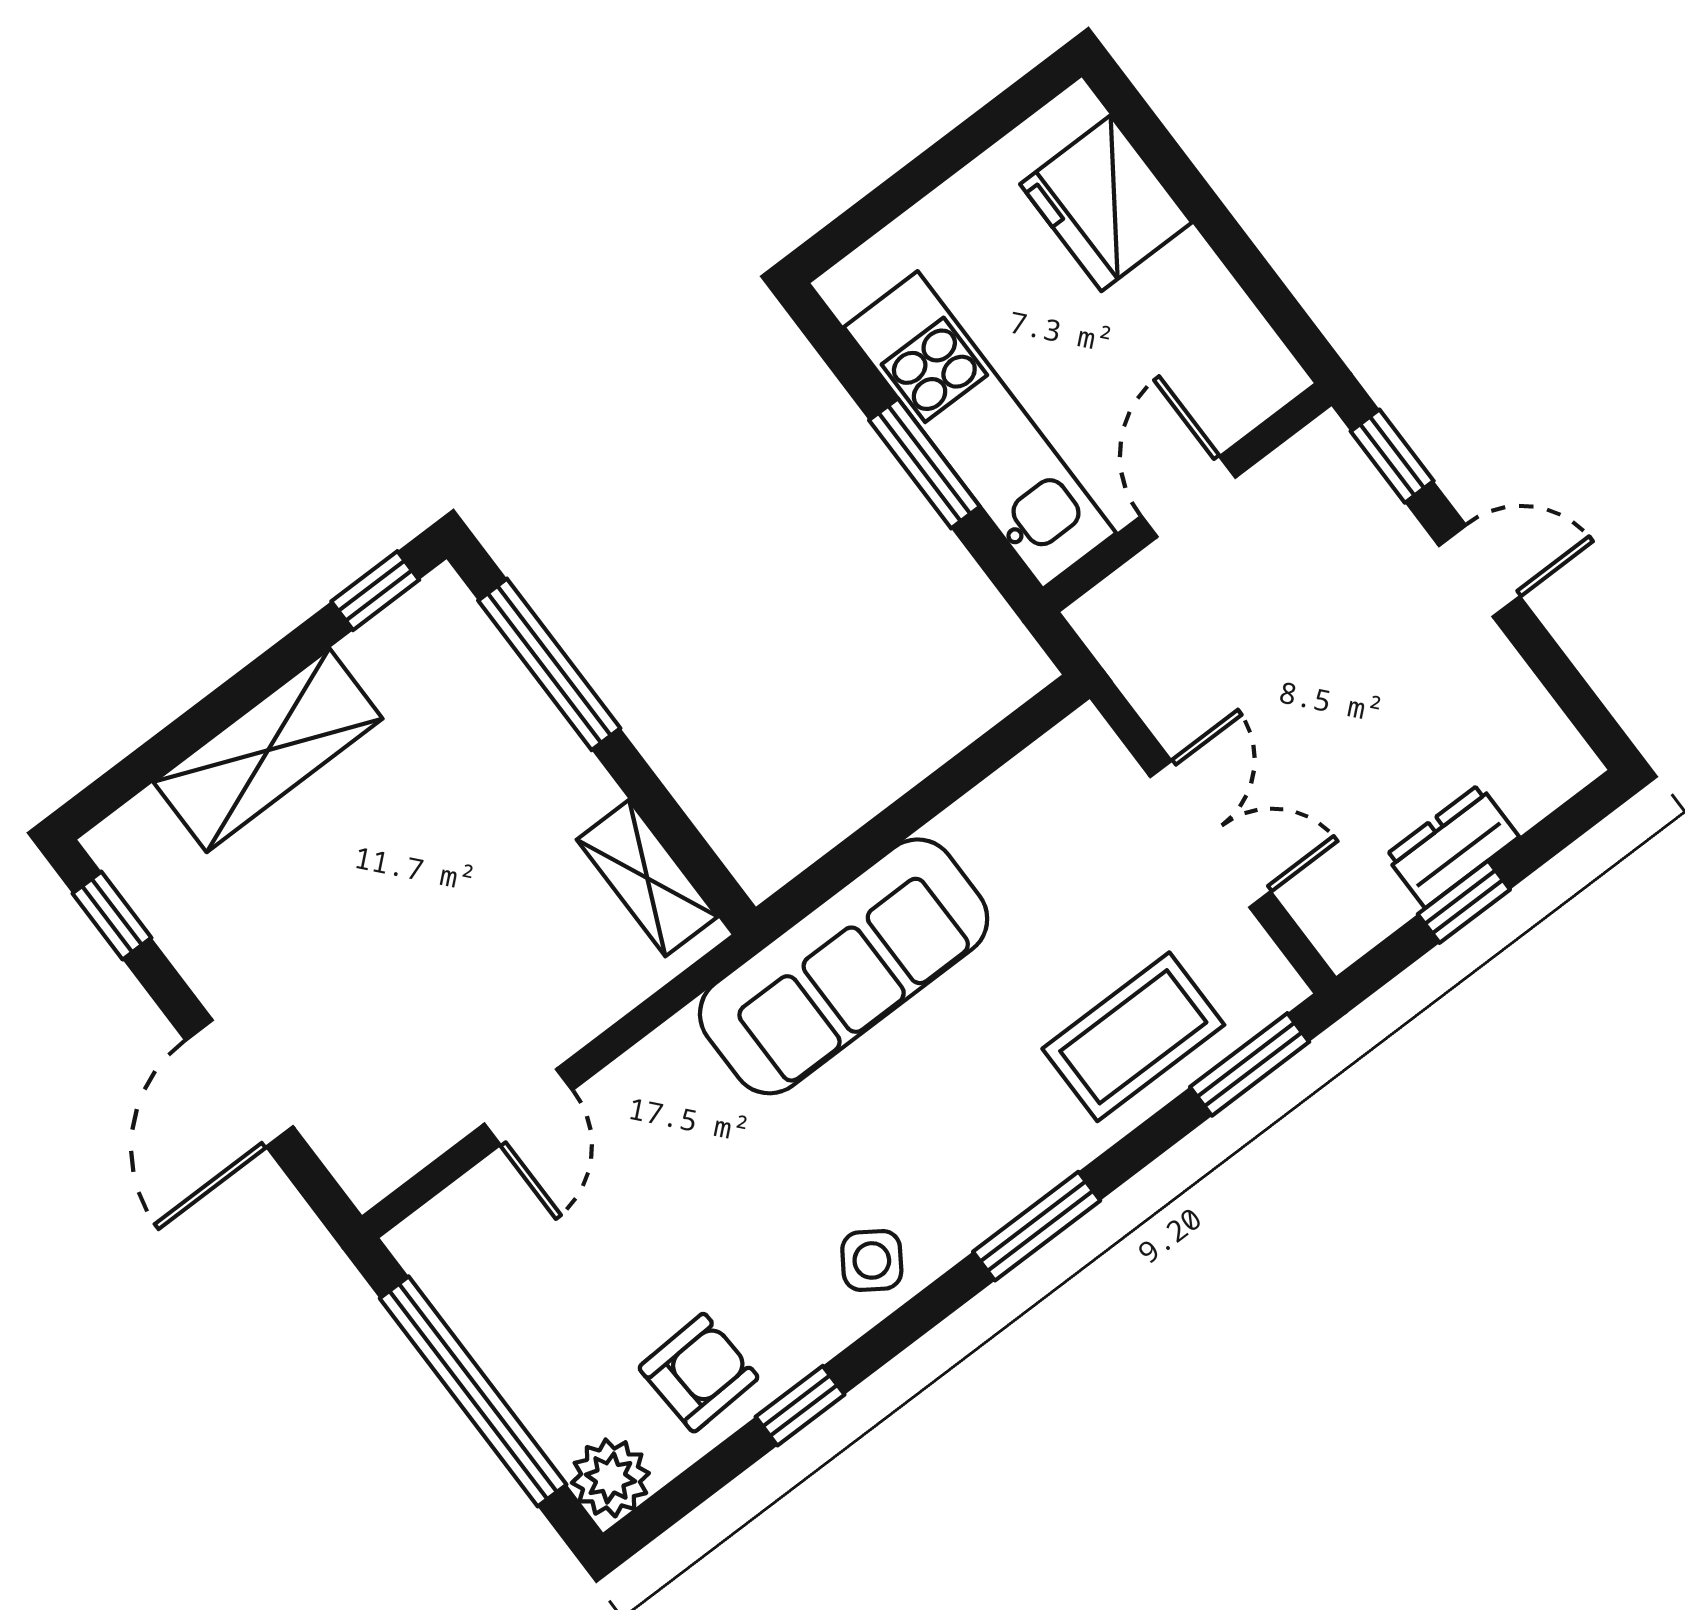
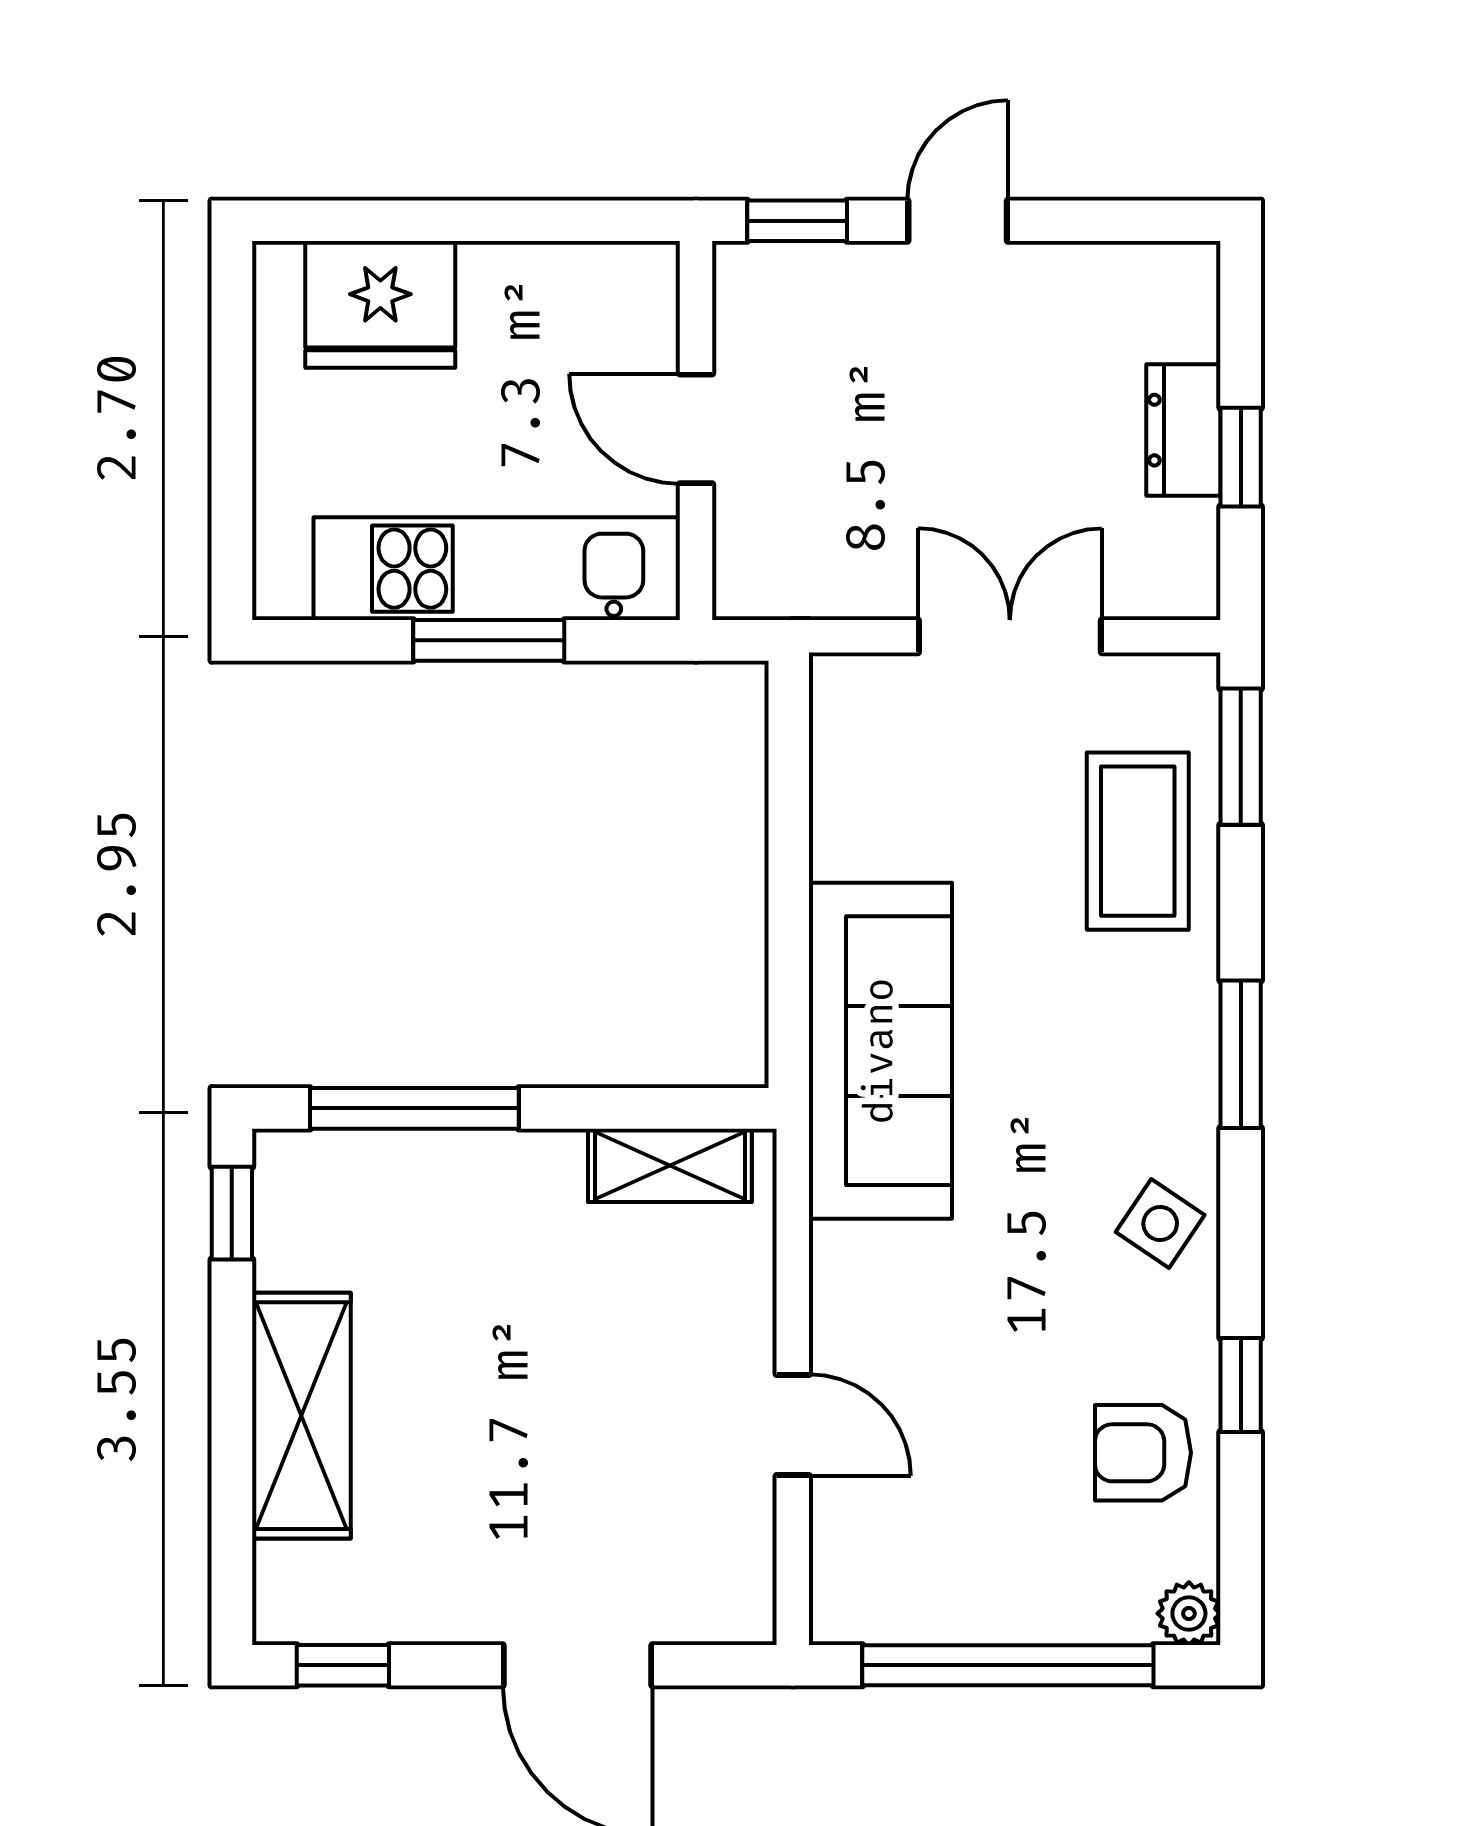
armchair: (699, 1373) -> (1143, 1453), turned -87
plant: (610, 1478) -> (1189, 1614), width x0.73, depth x0.73

